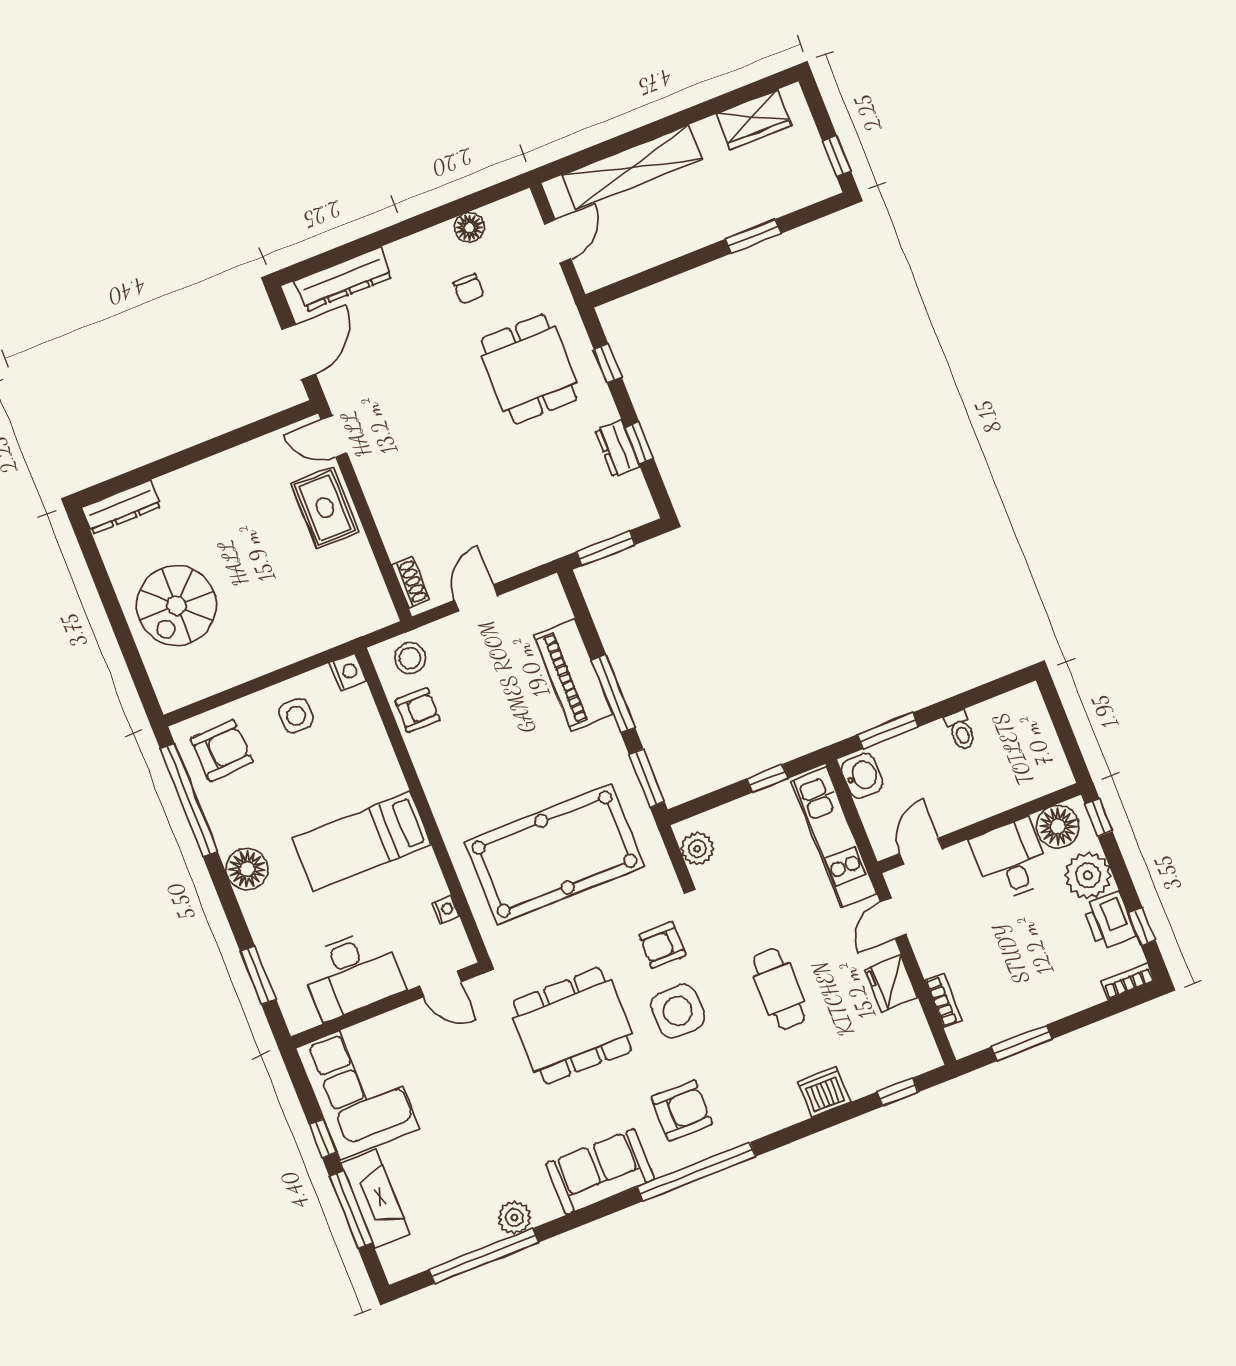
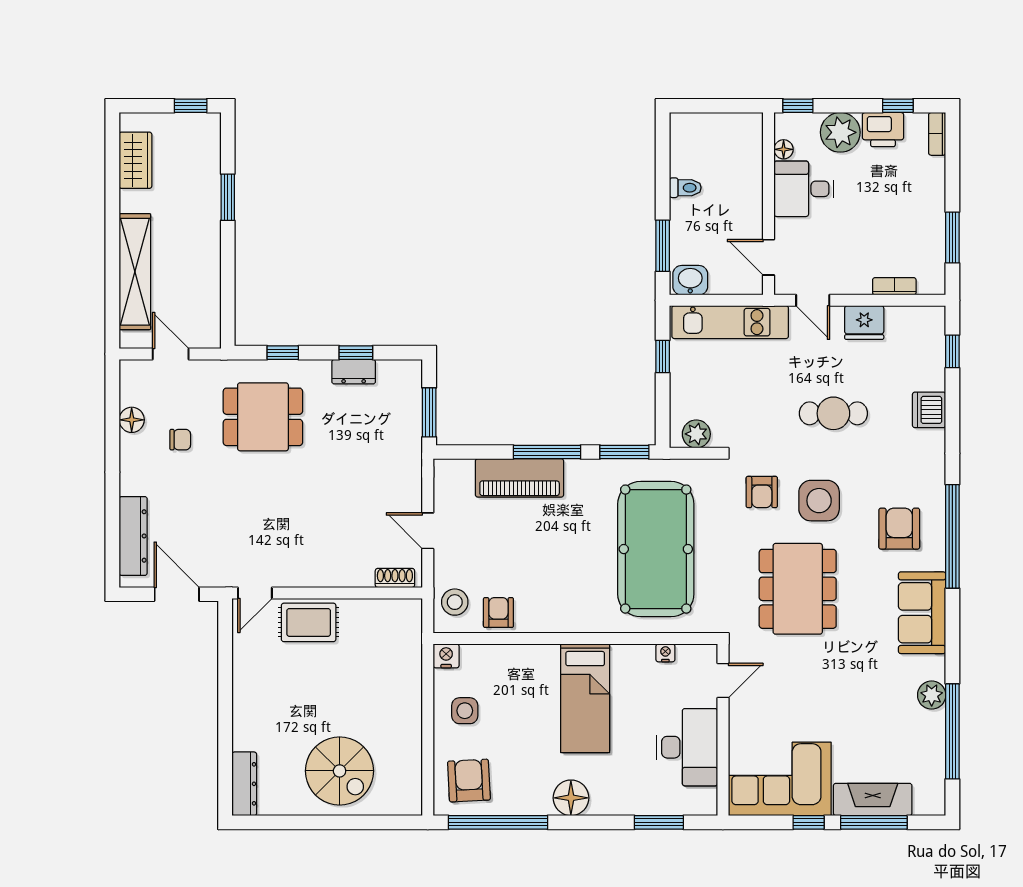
floor lamp: (1058, 827) -> (784, 149), width x0.53, depth x0.53

